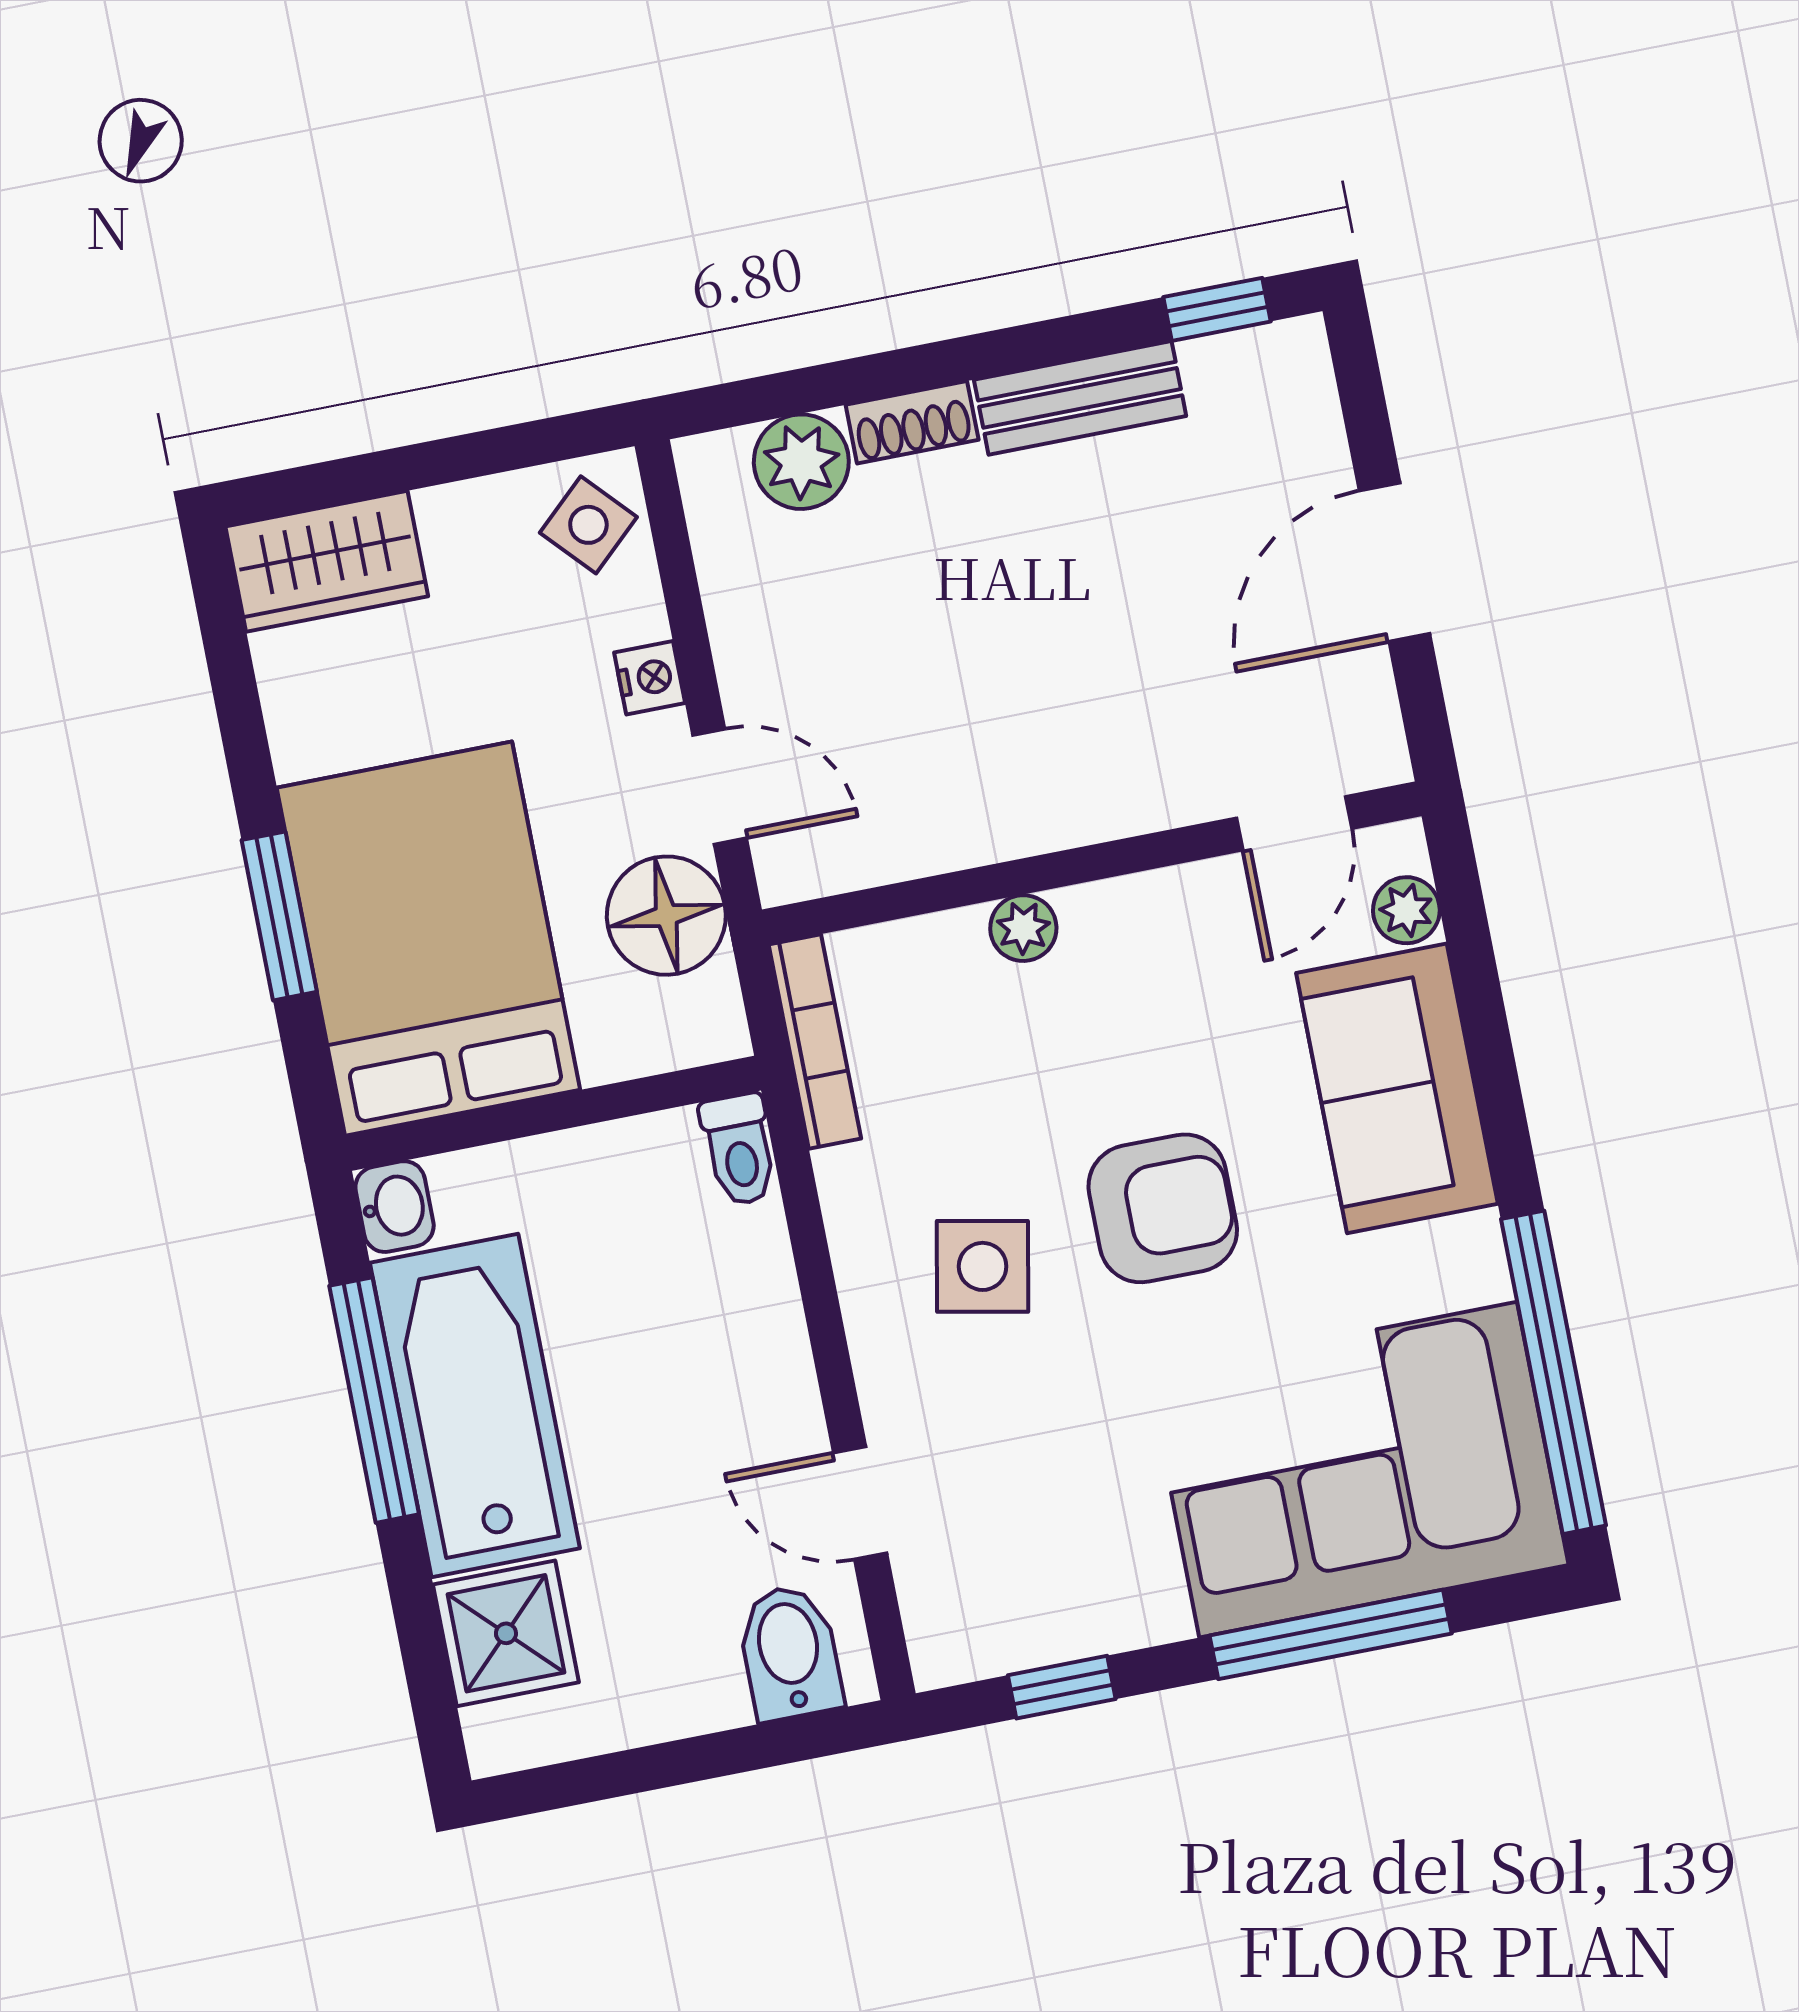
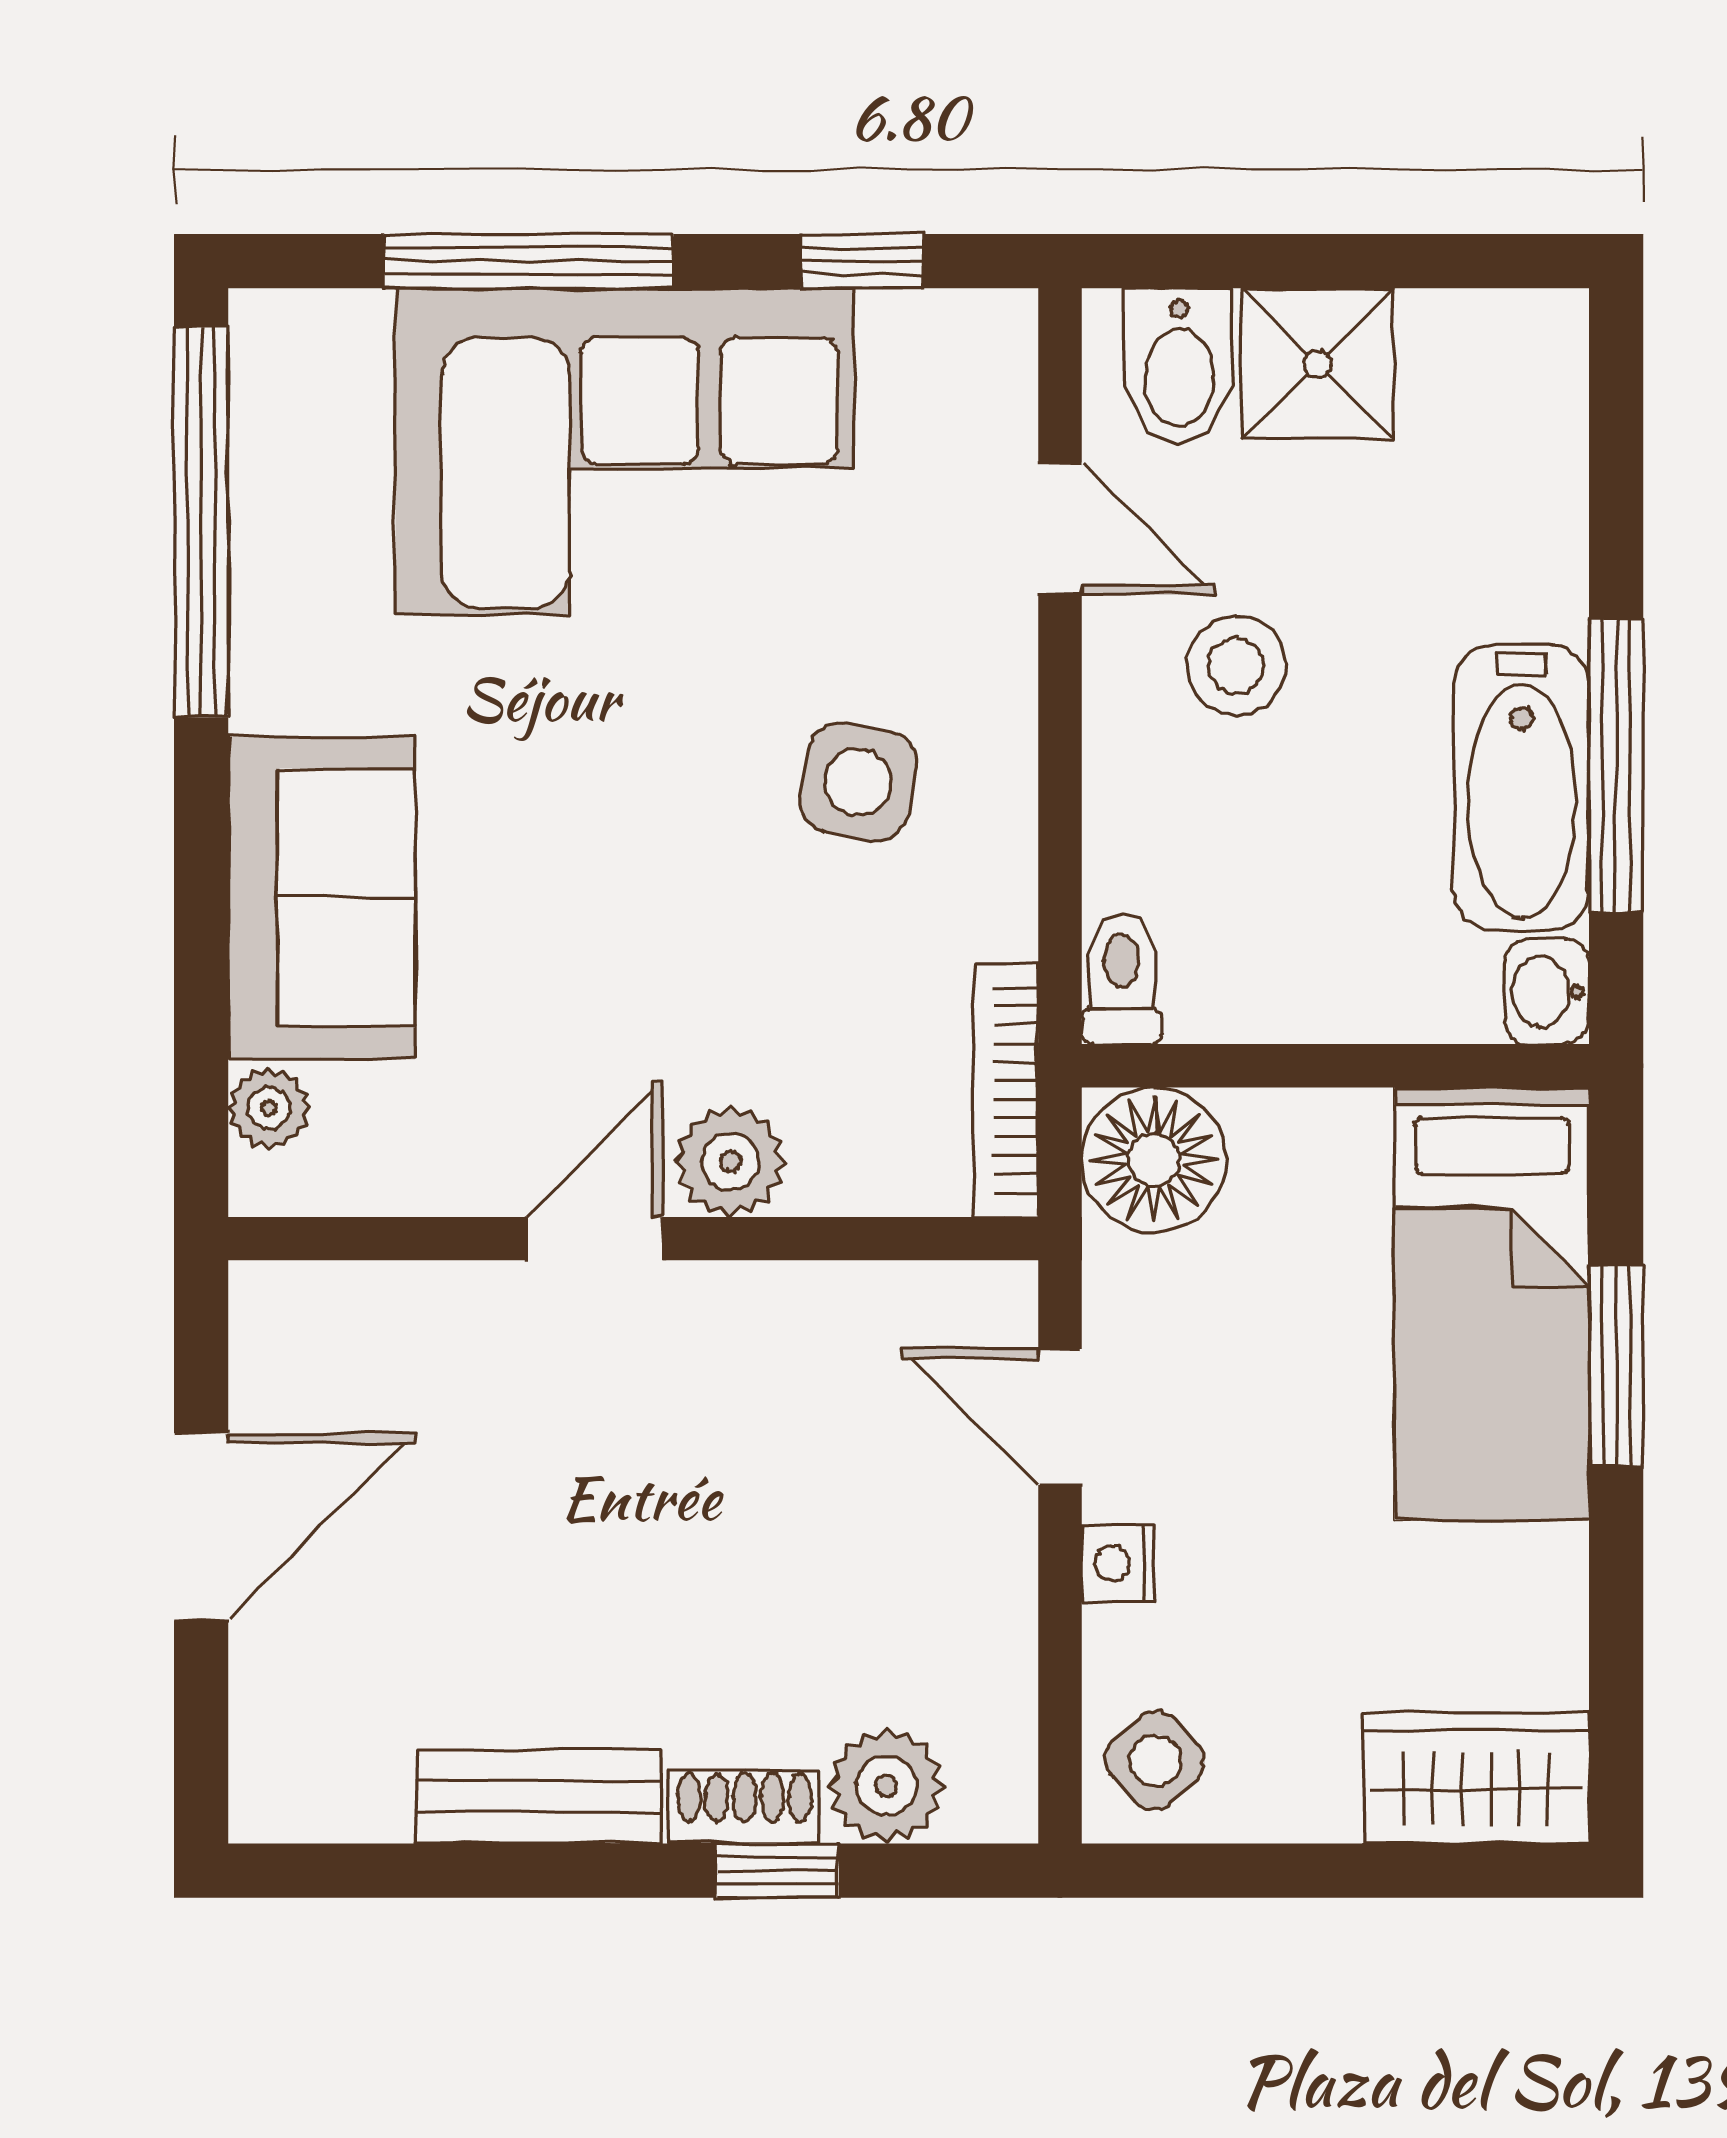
window: (1217, 309) -> (777, 1871), moved
door: (1294, 823) -> (594, 1239), moved
floor lamp: (666, 916) -> (1154, 1160), moved
plant: (1023, 928) -> (730, 1162), width x1.38, depth x1.38
bed: (428, 939) -> (1492, 1304), width x0.67
armchair: (1163, 1208) -> (629, 809), removed
bathtub: (475, 1405) -> (1522, 787), width x0.73, depth x0.73
stool: (696, 1420) -> (1236, 666), added
corner sofa: (1358, 1470) -> (625, 452), moved
shower: (506, 1633) -> (1317, 364), moved

